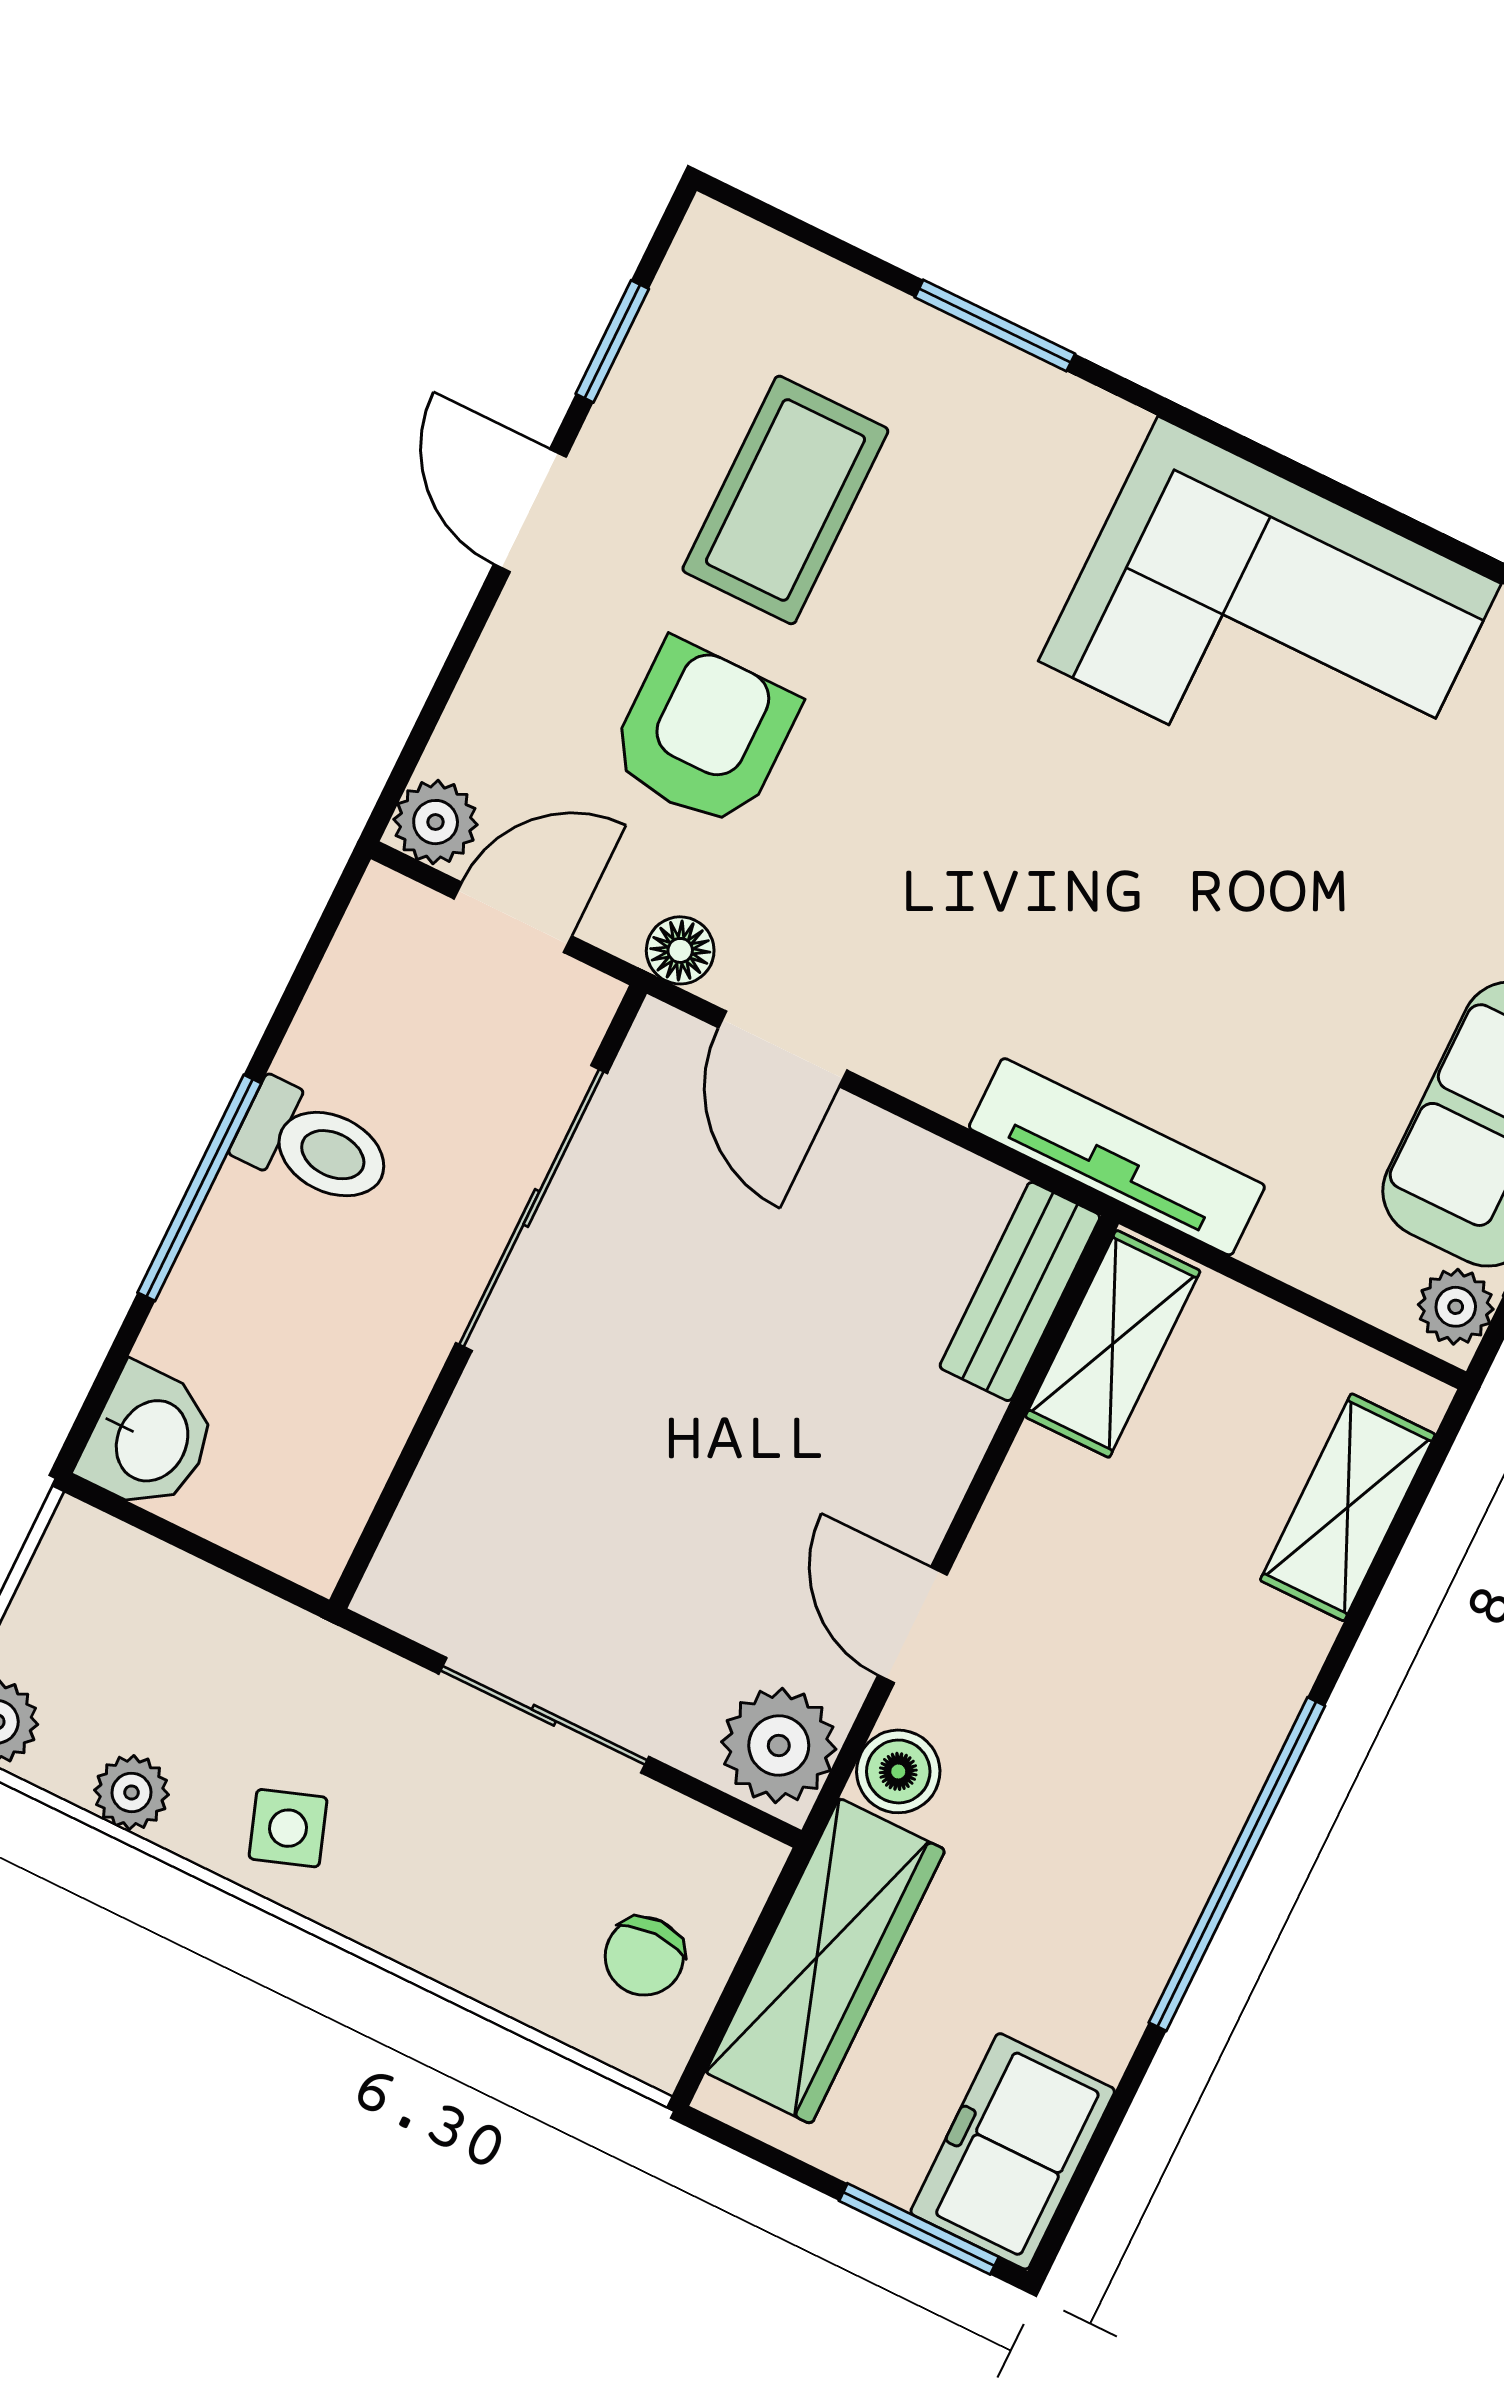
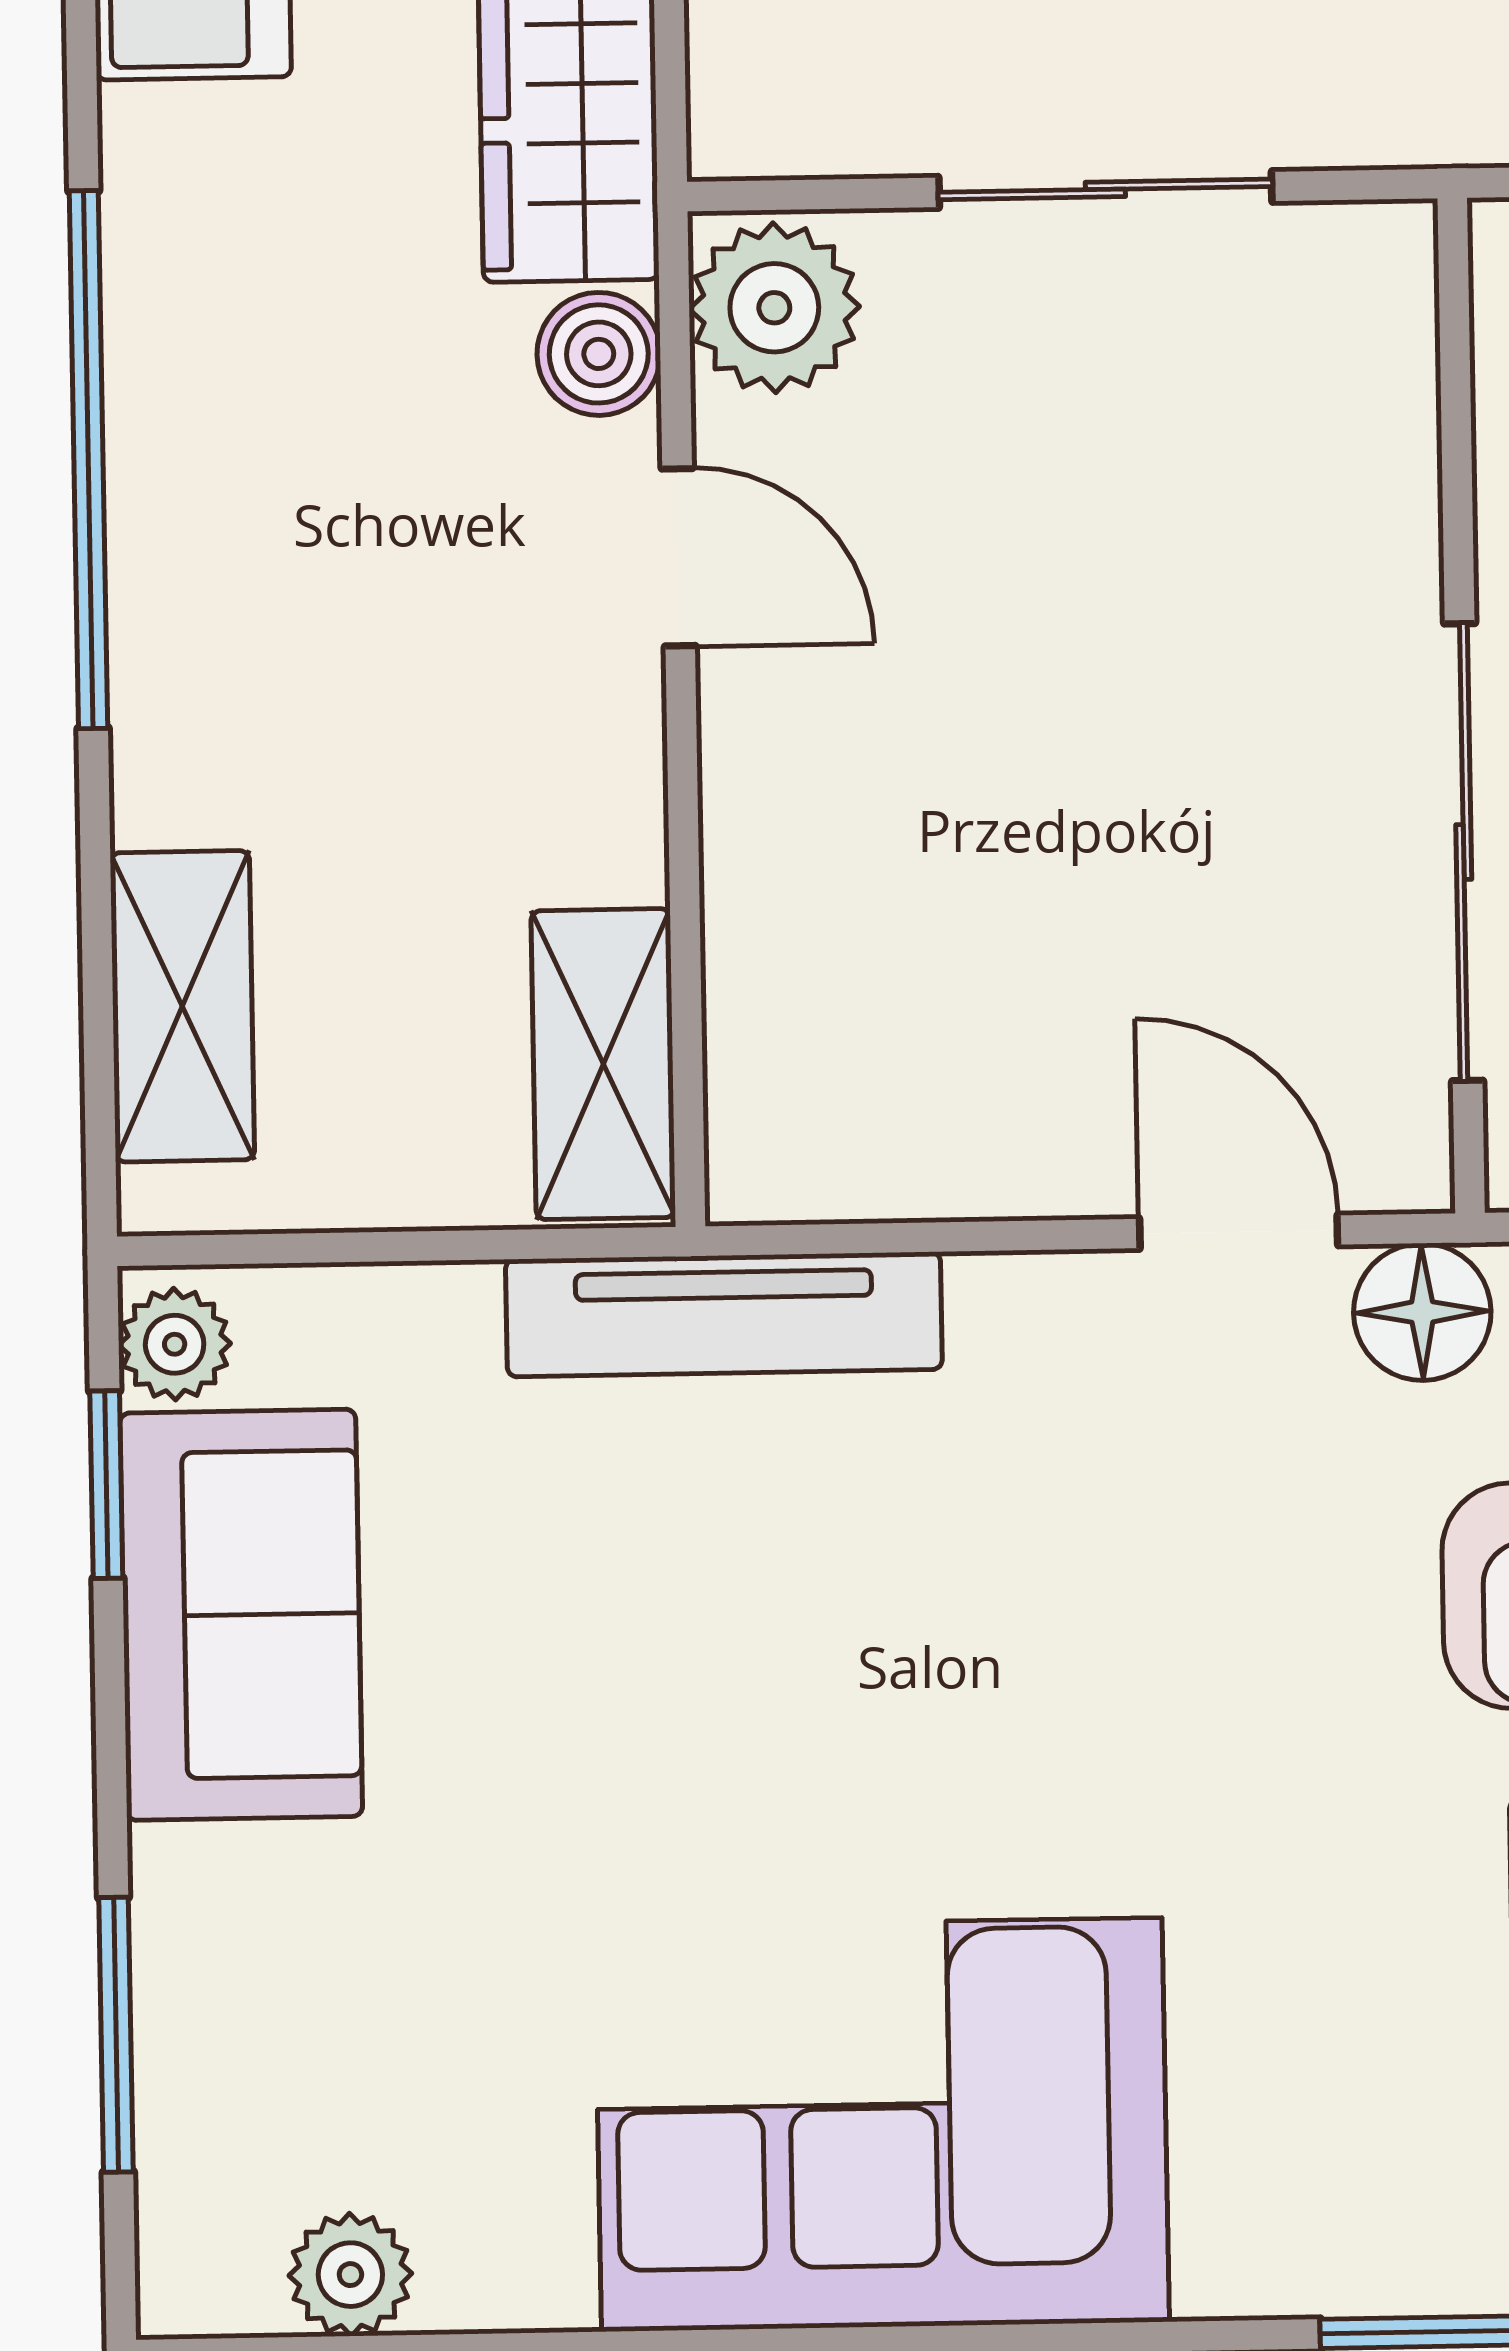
floor lamp: (680, 950) -> (1422, 1312), width x1.37, depth x1.37
bench: (1020, 1291) -> (761, 1071), removed

